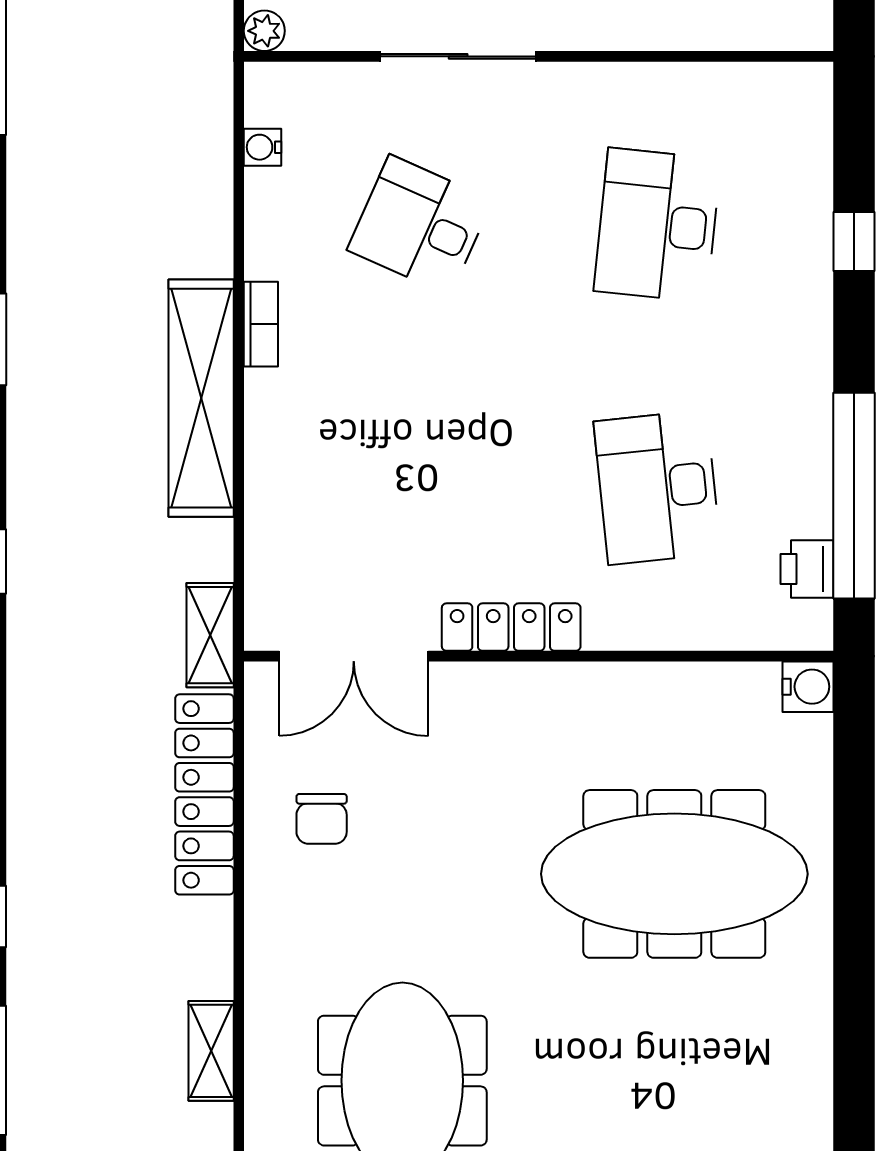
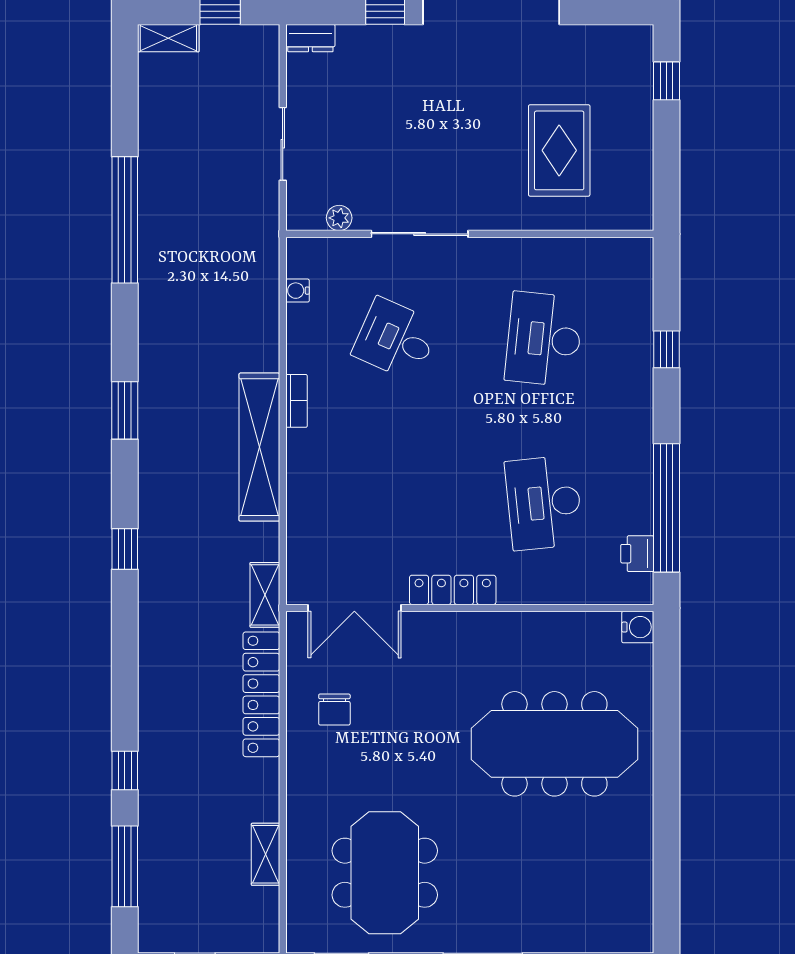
plant: (264, 31) -> (339, 218), moved

